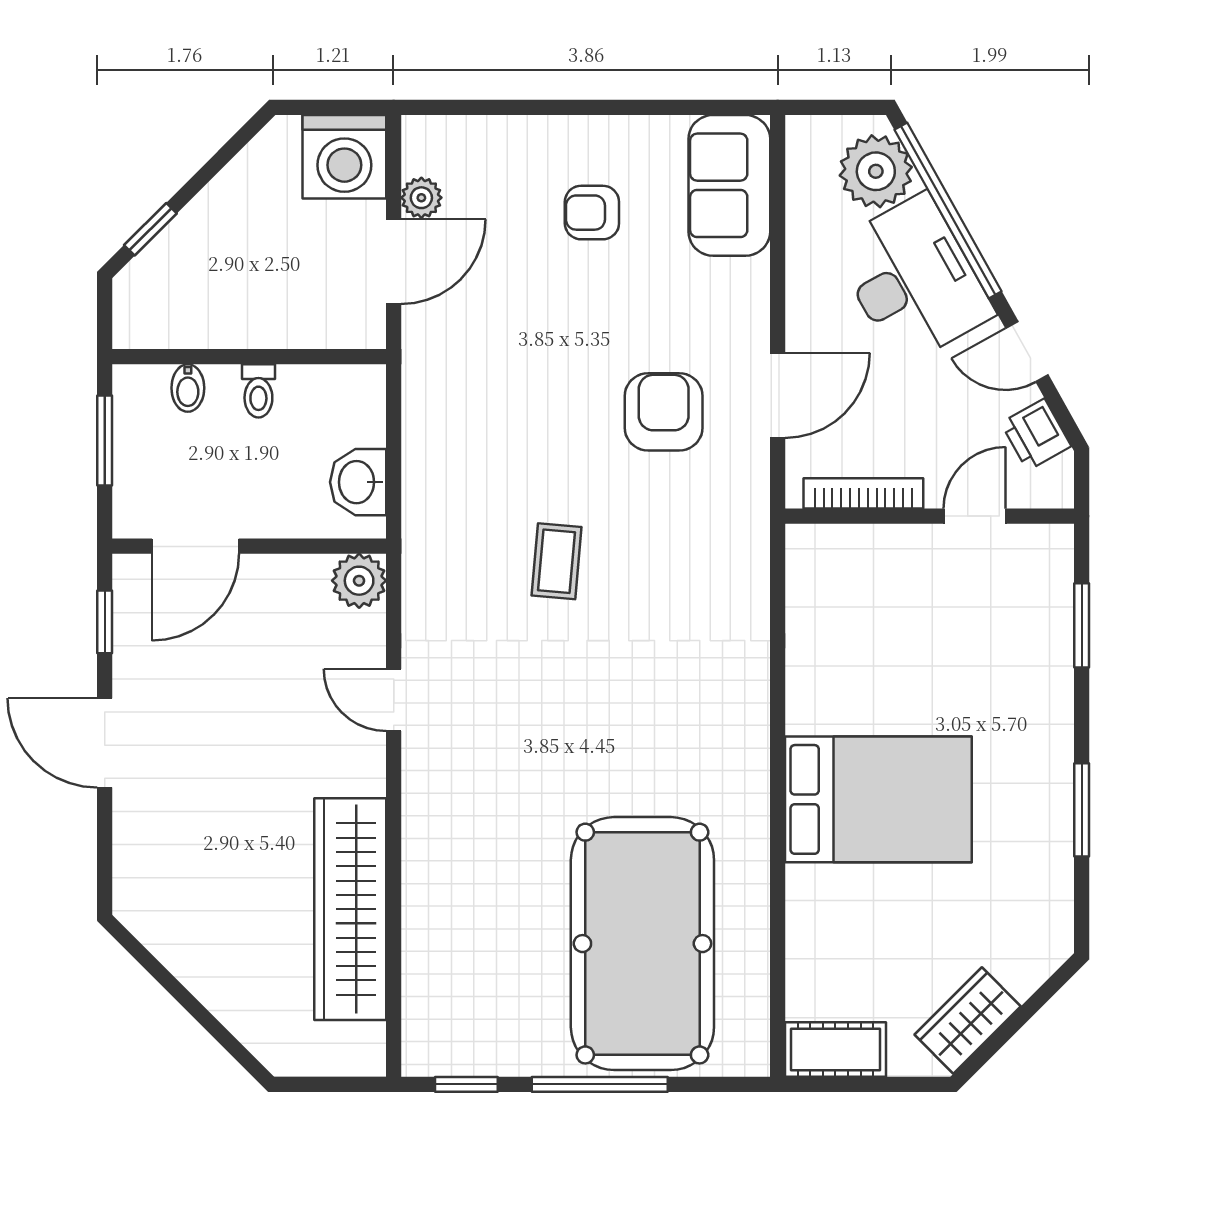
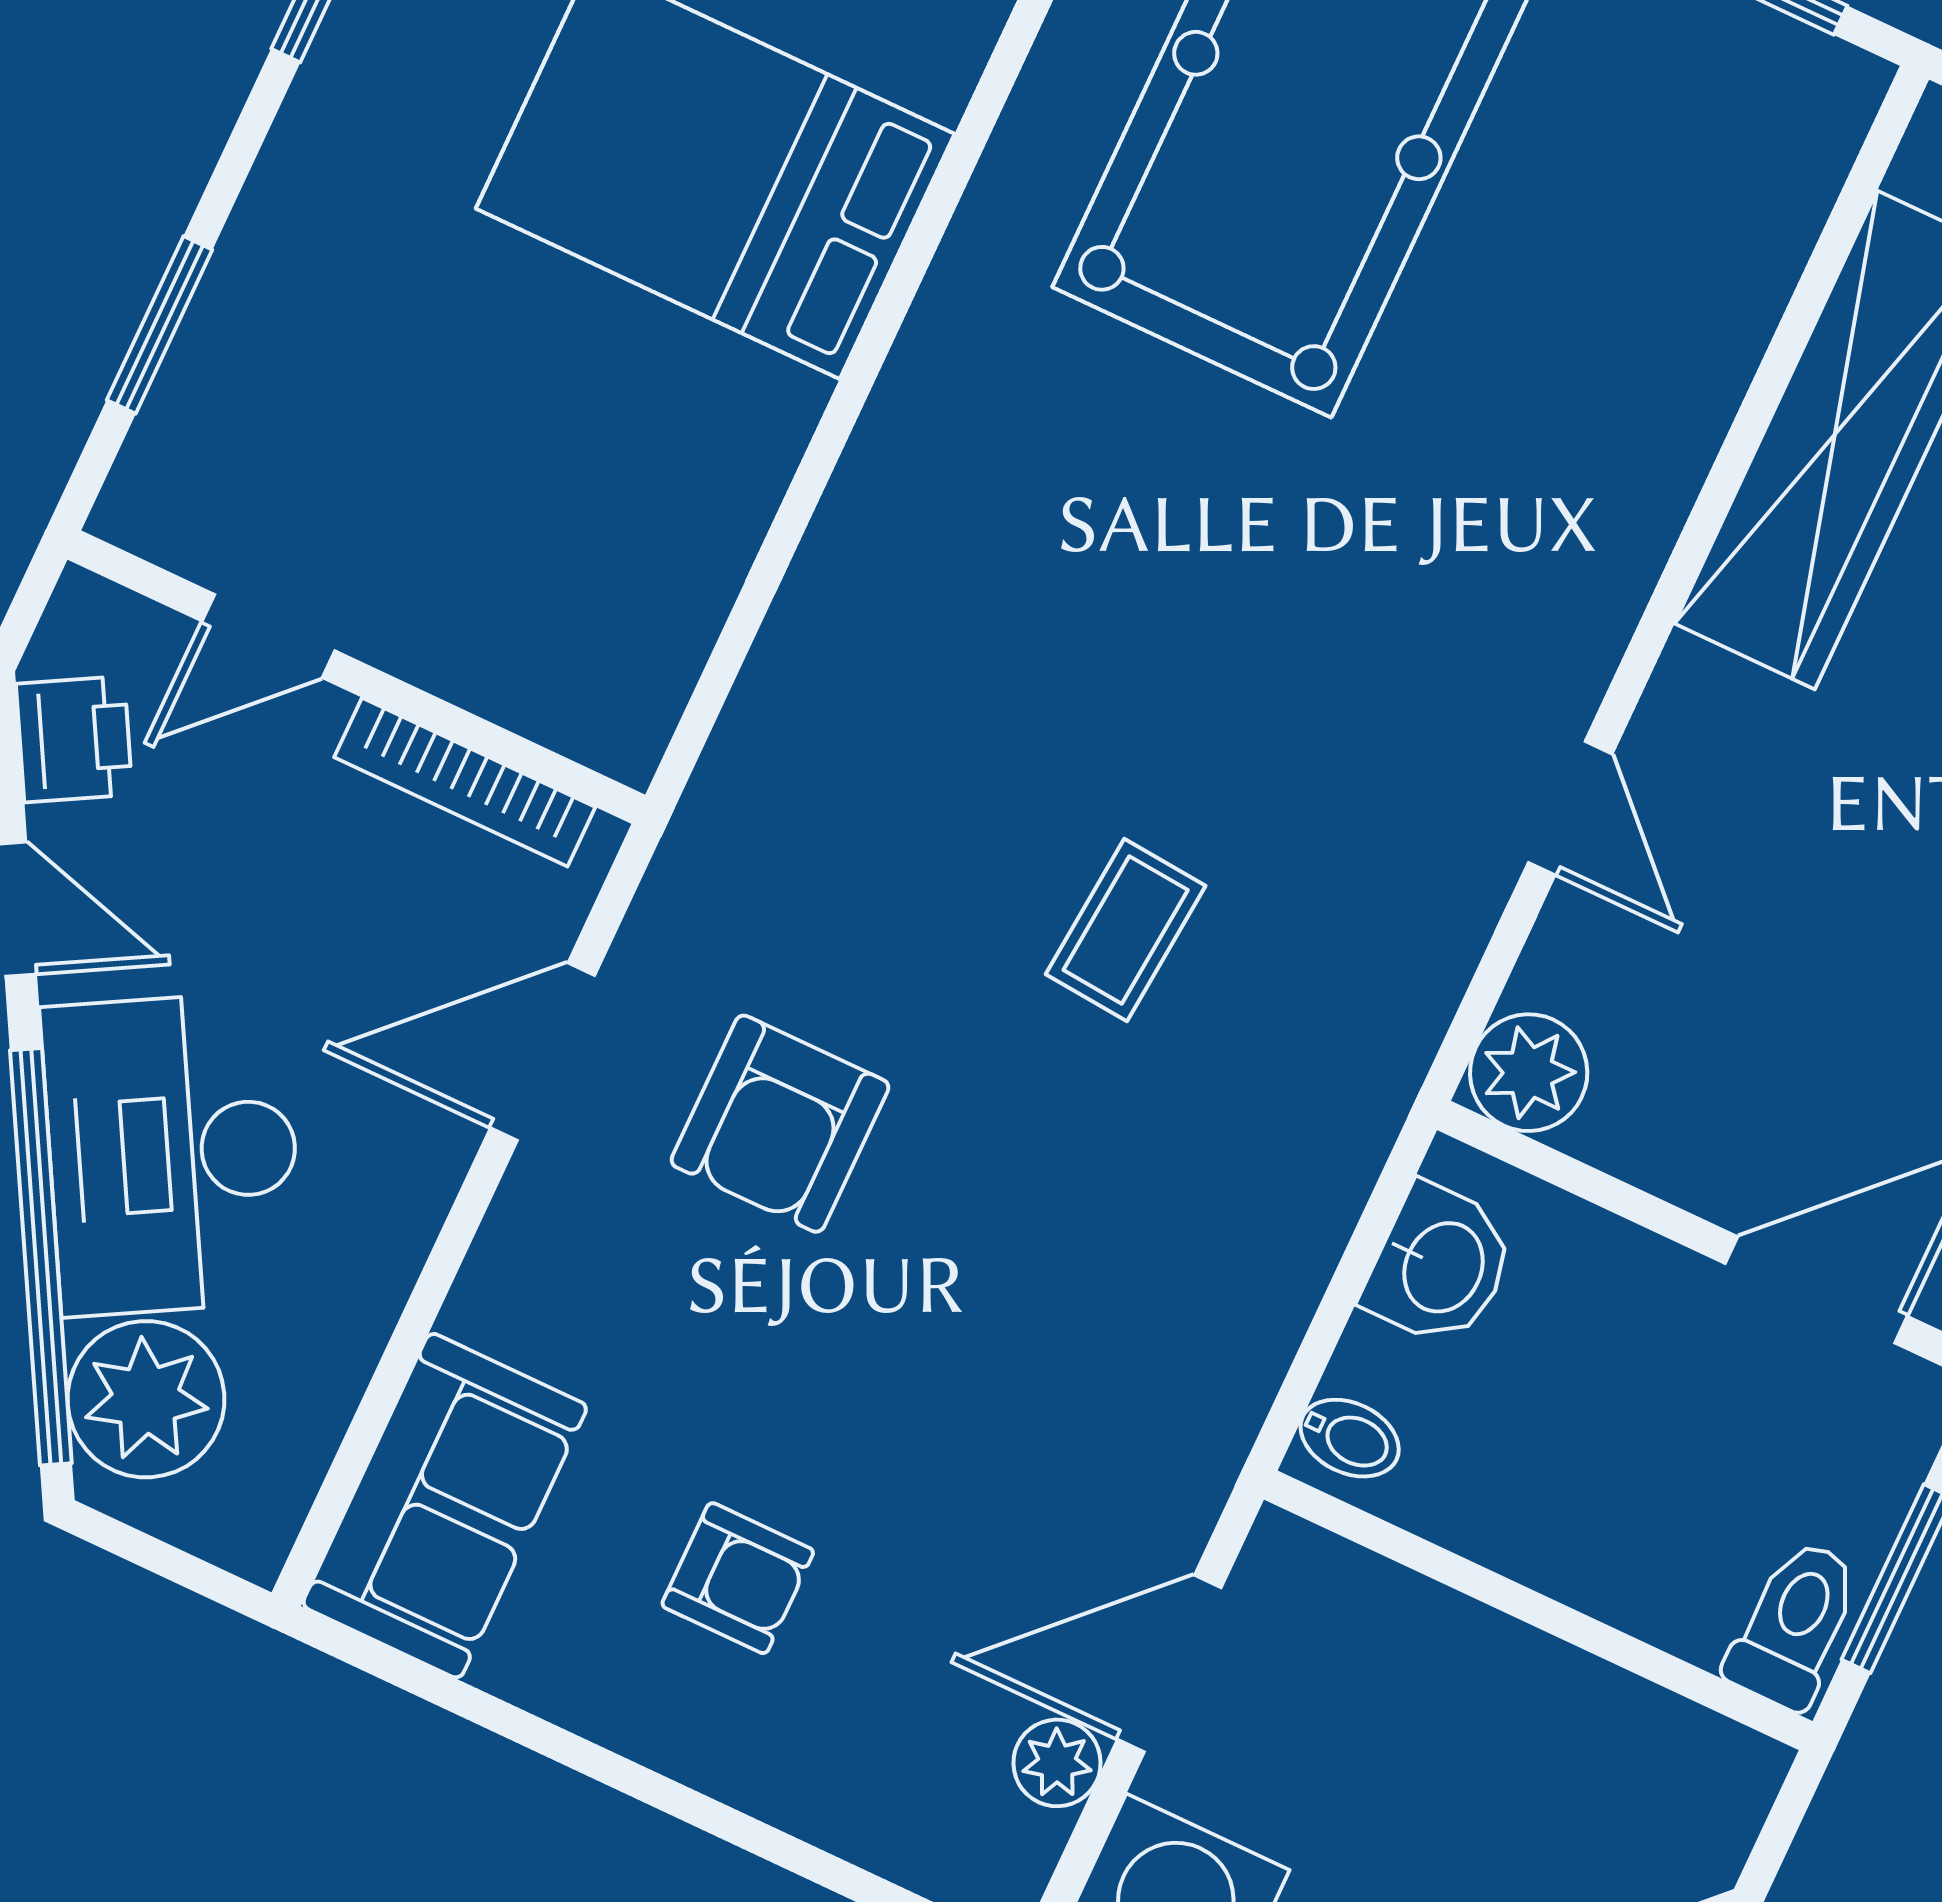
bidet: (188, 388) -> (1350, 1438), moved, turned 90
toilet: (258, 391) -> (1794, 1624), moved, width x1.37, depth x1.39

